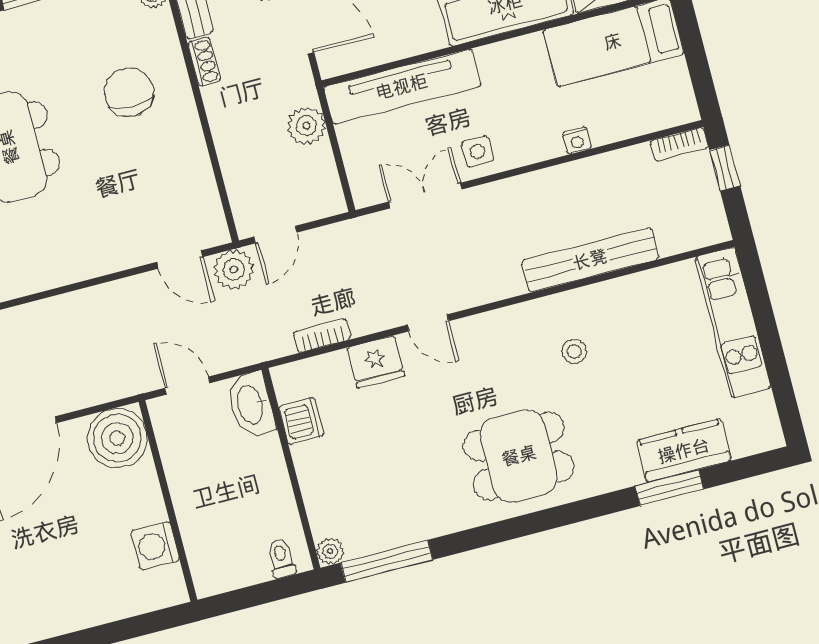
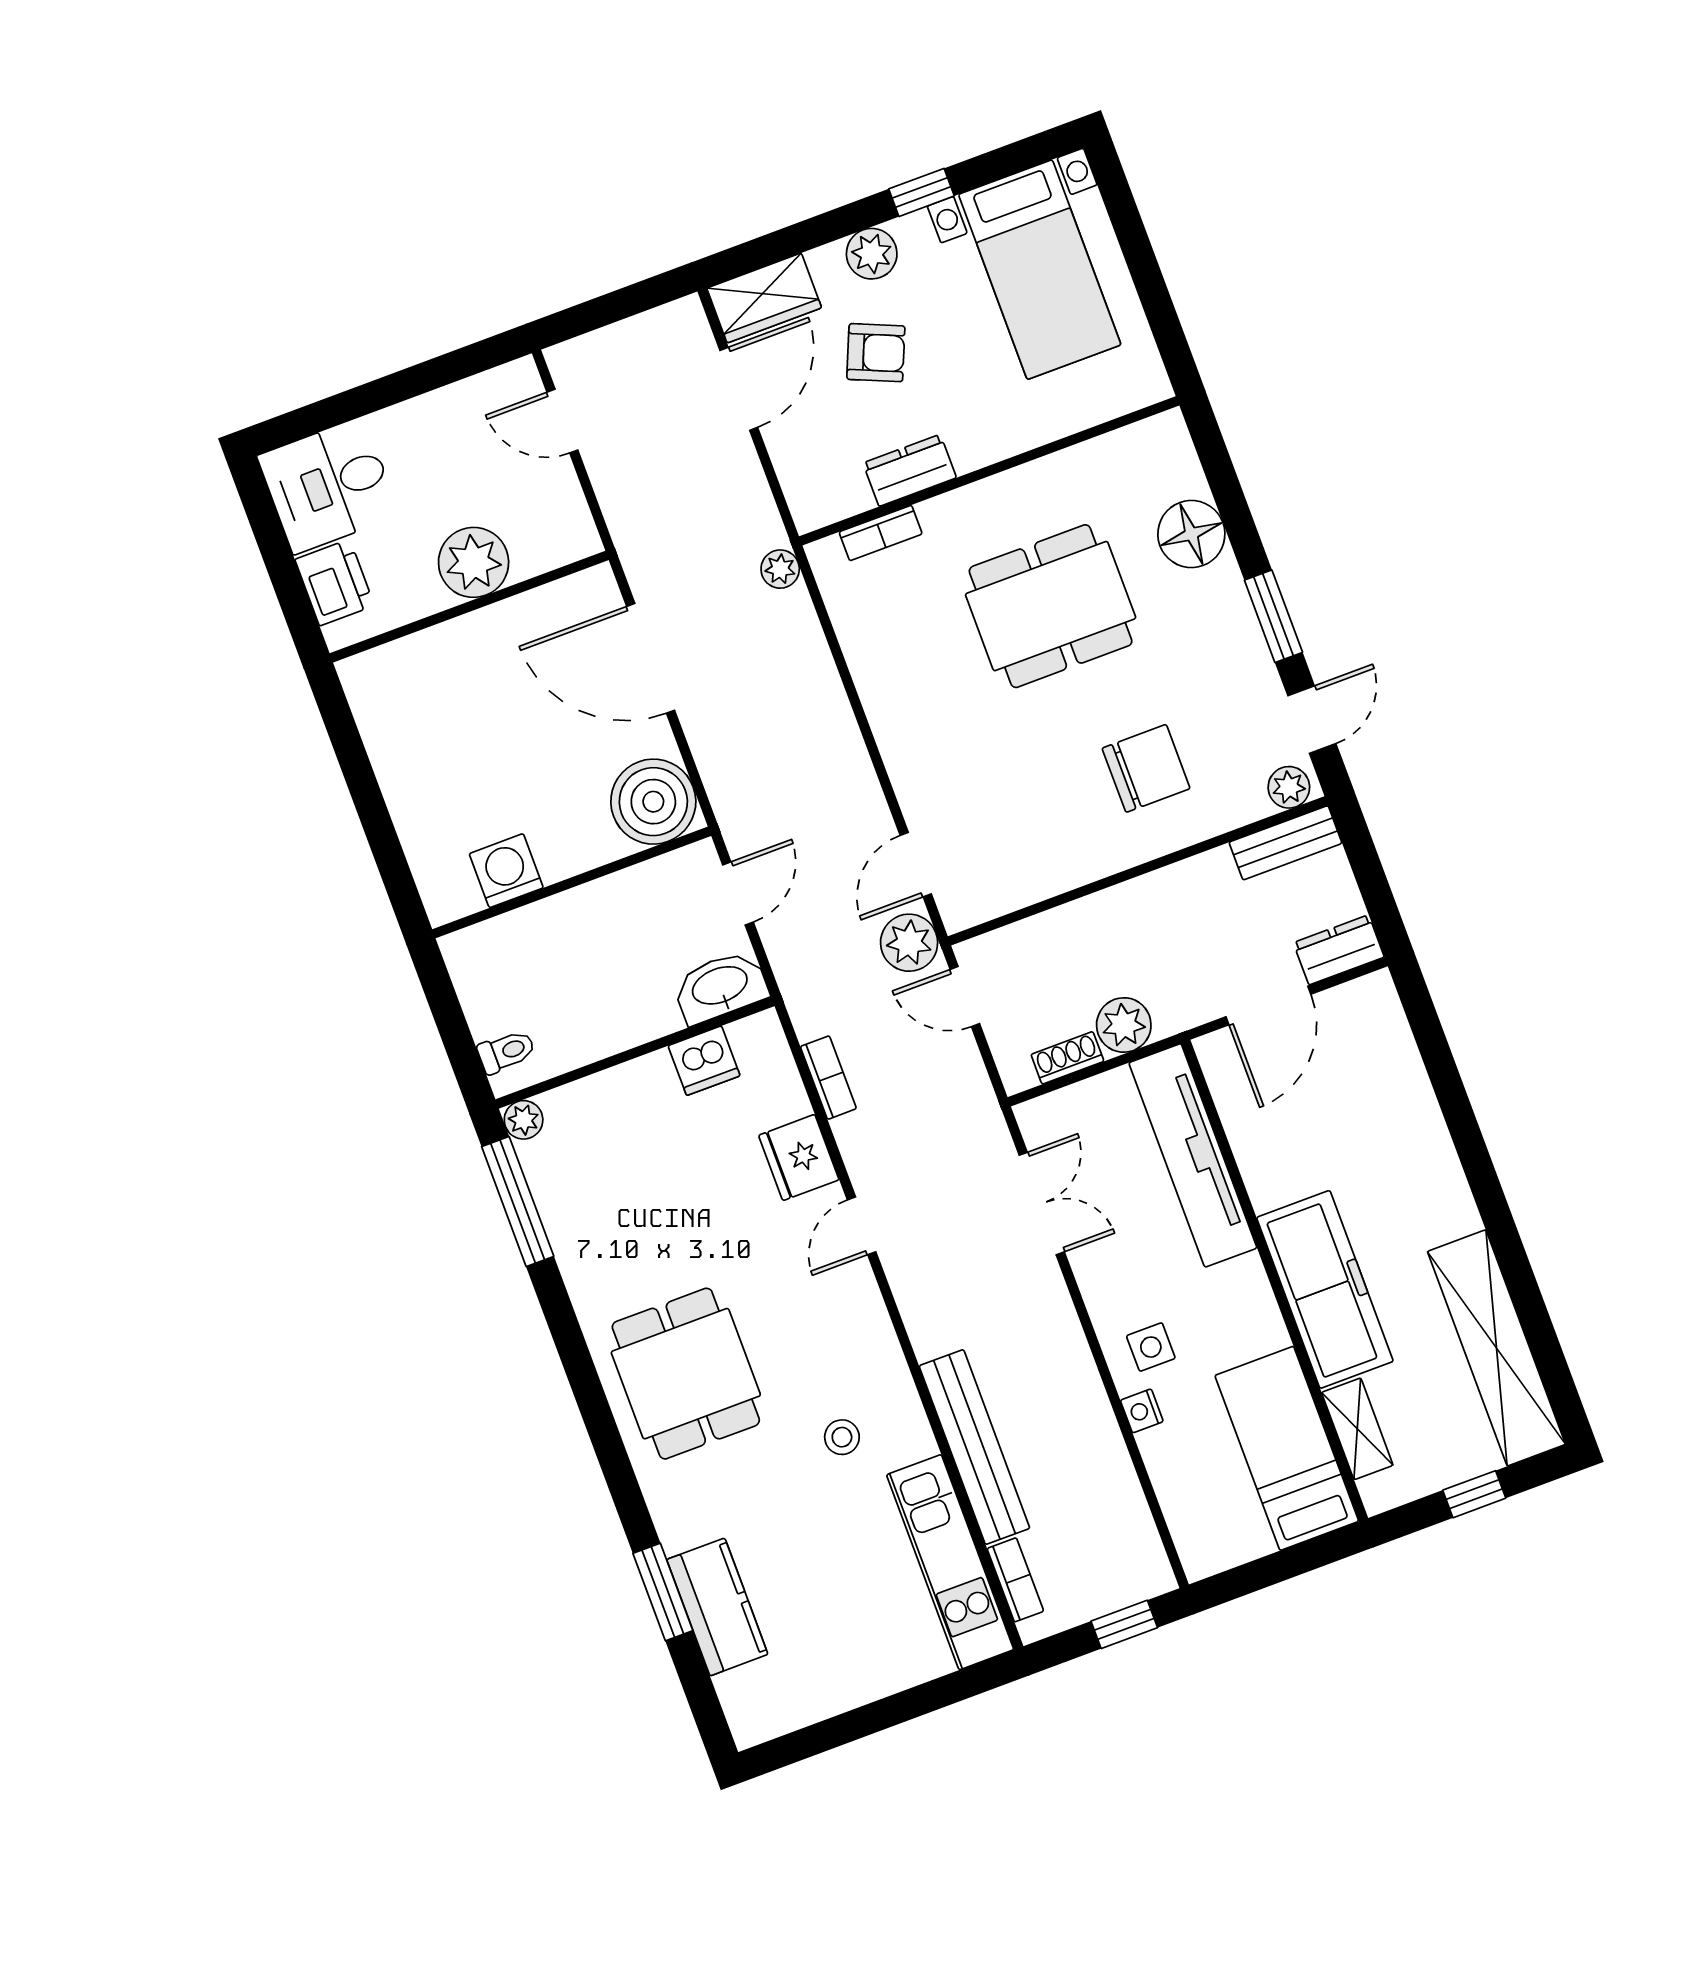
shoe rack: (204, 62) -> (1067, 1058), moved, turned 180
bookcase: (679, 144) -> (1015, 1580), moved, turned 180
side table: (477, 151) -> (1151, 1347), moved
kitchen unit: (733, 322) -> (950, 1562), moved, turned -90

